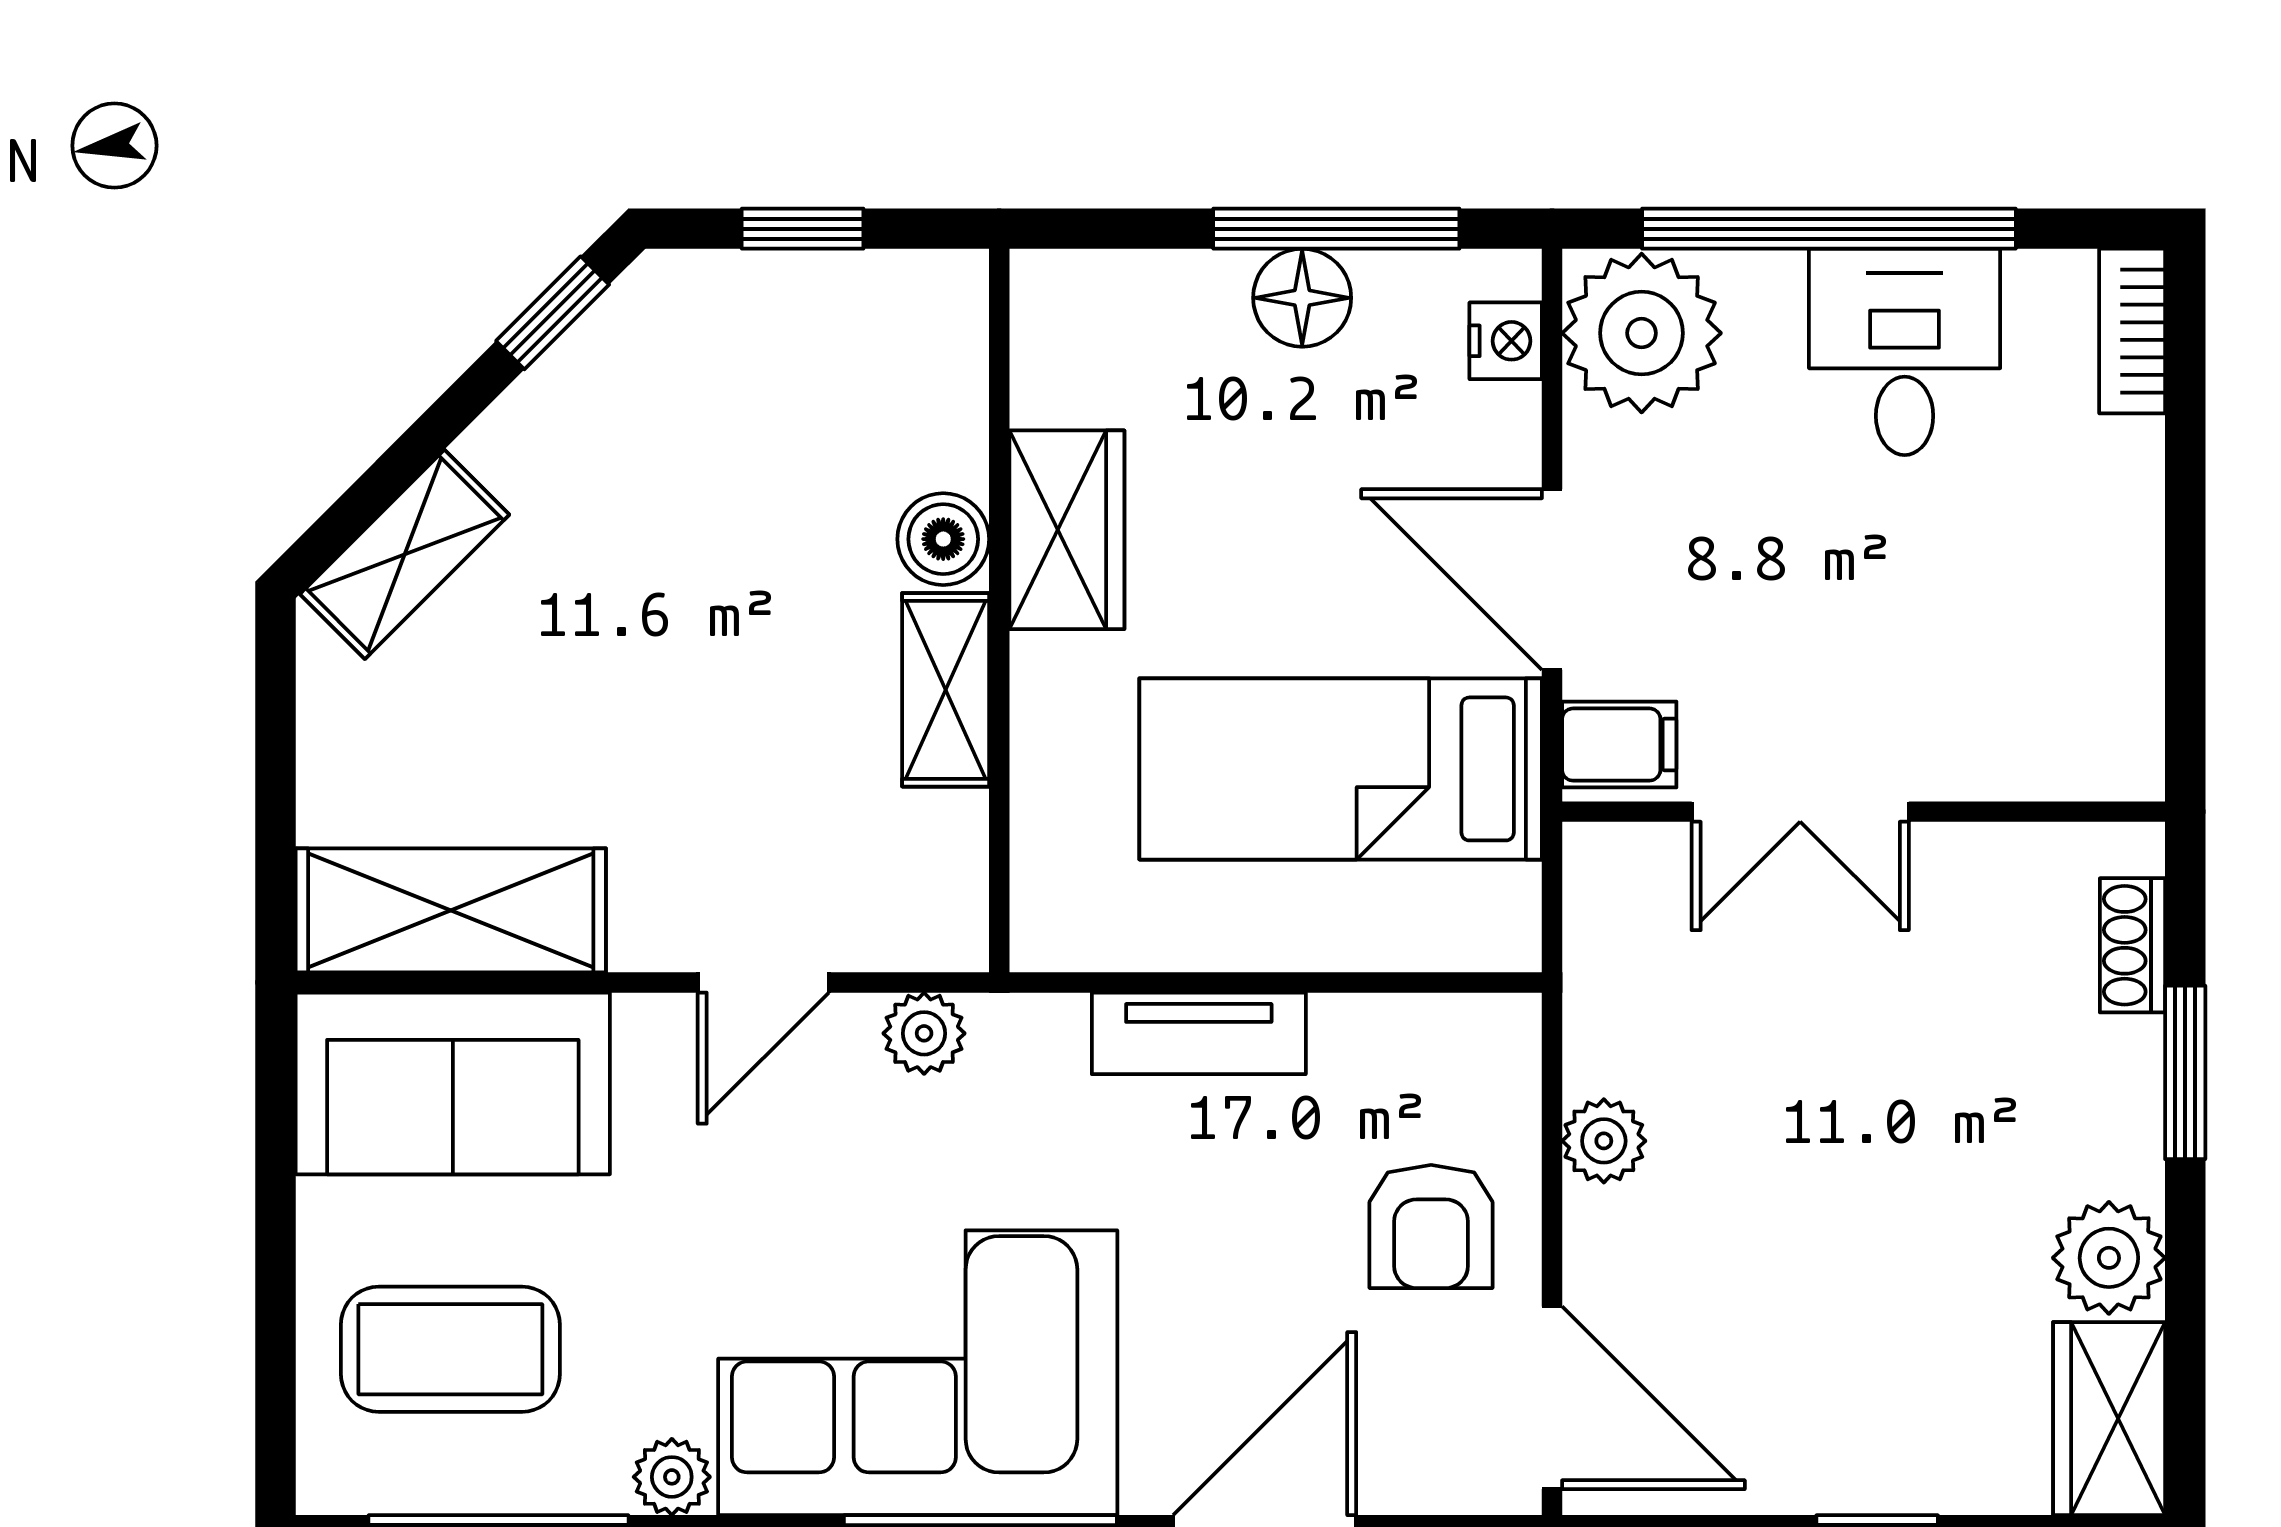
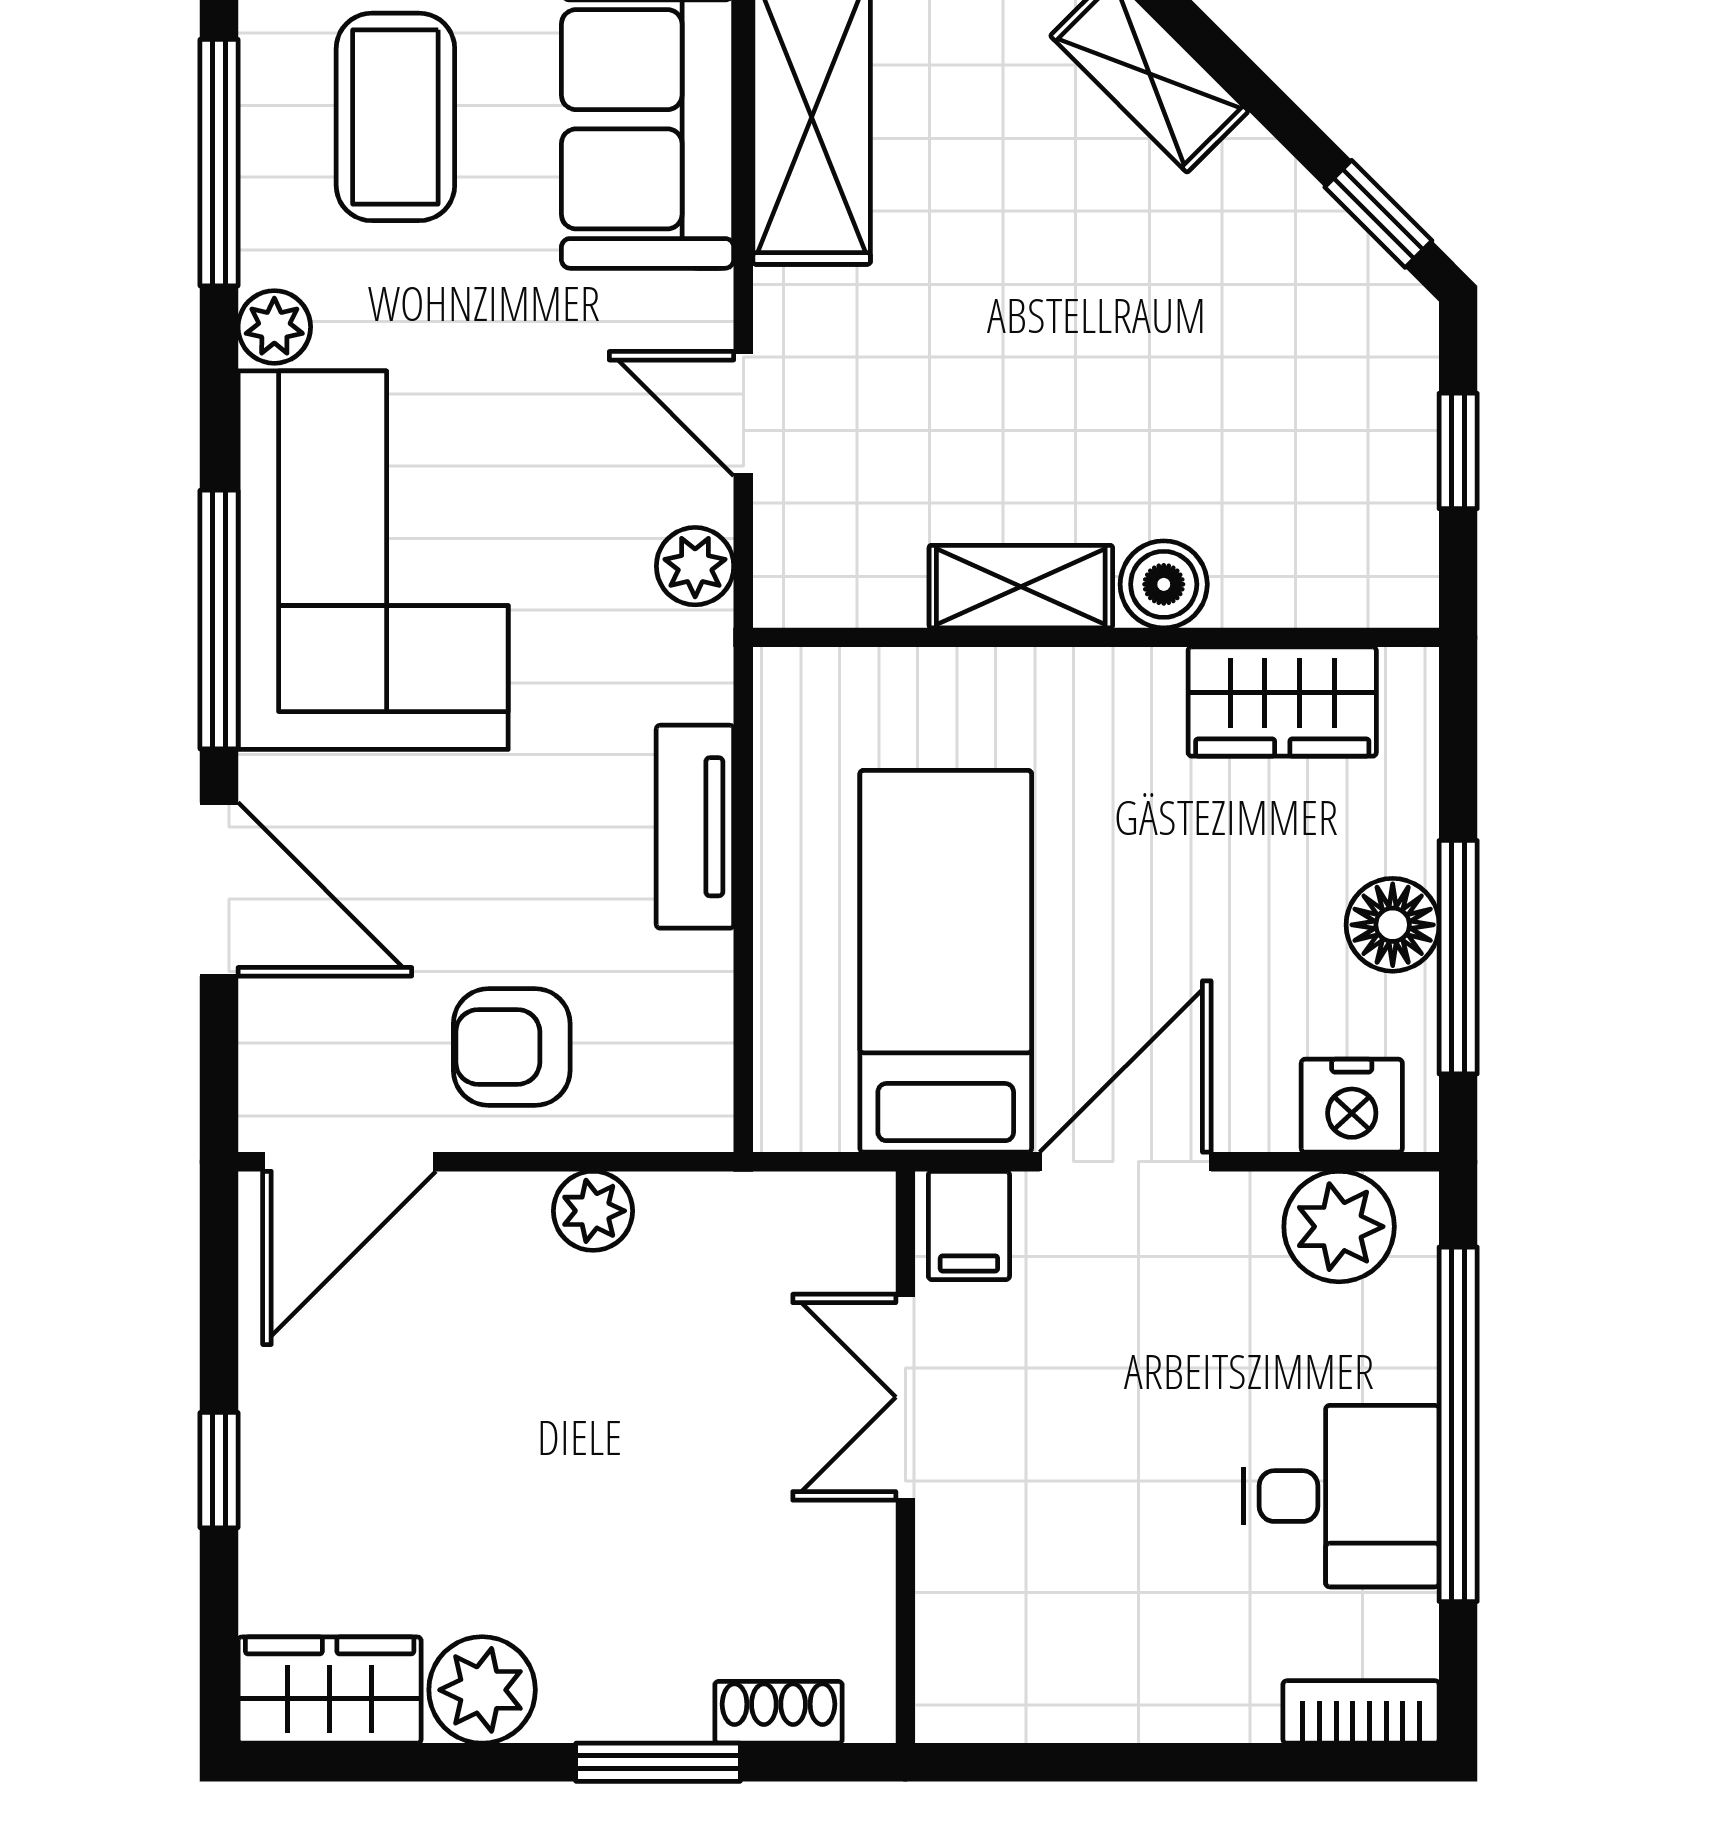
plant: (1642, 333) -> (1339, 1227), width x0.73, depth x0.73
nightstand: (1506, 341) -> (1352, 1106), width x1.39, depth x1.35
wardrobe: (1067, 530) -> (1282, 702), moved

